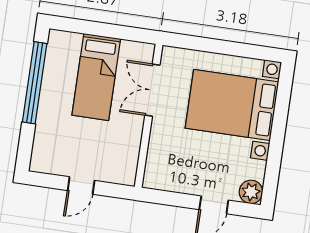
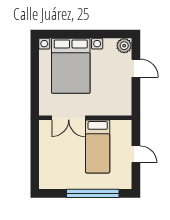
bed: (96, 77) -> (98, 147), moved, turned 90
window: (35, 83) -> (93, 193), moved

